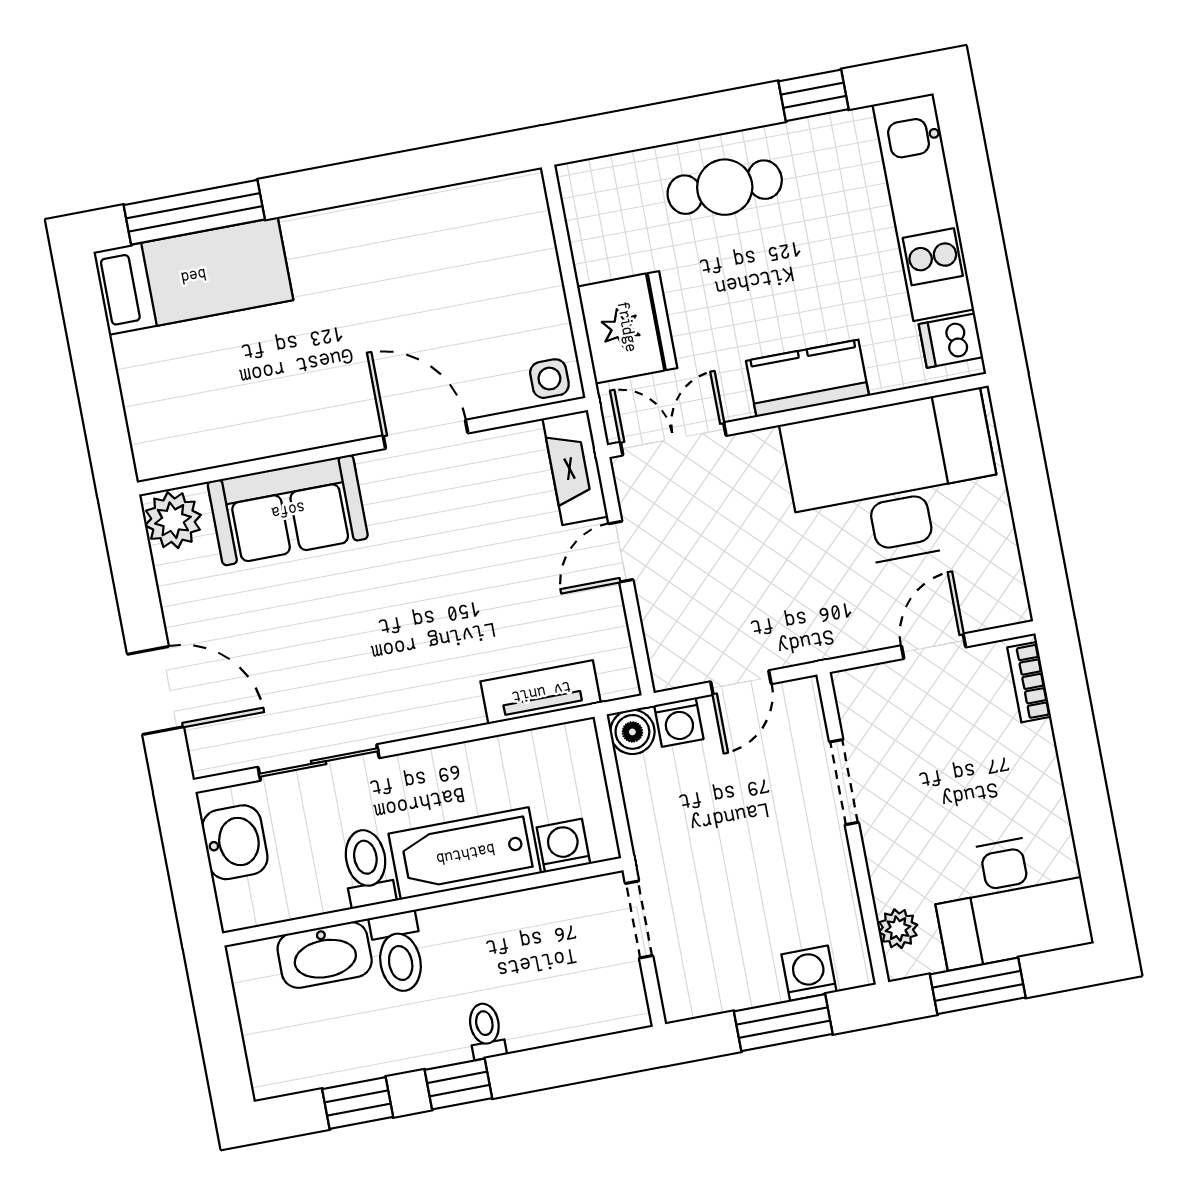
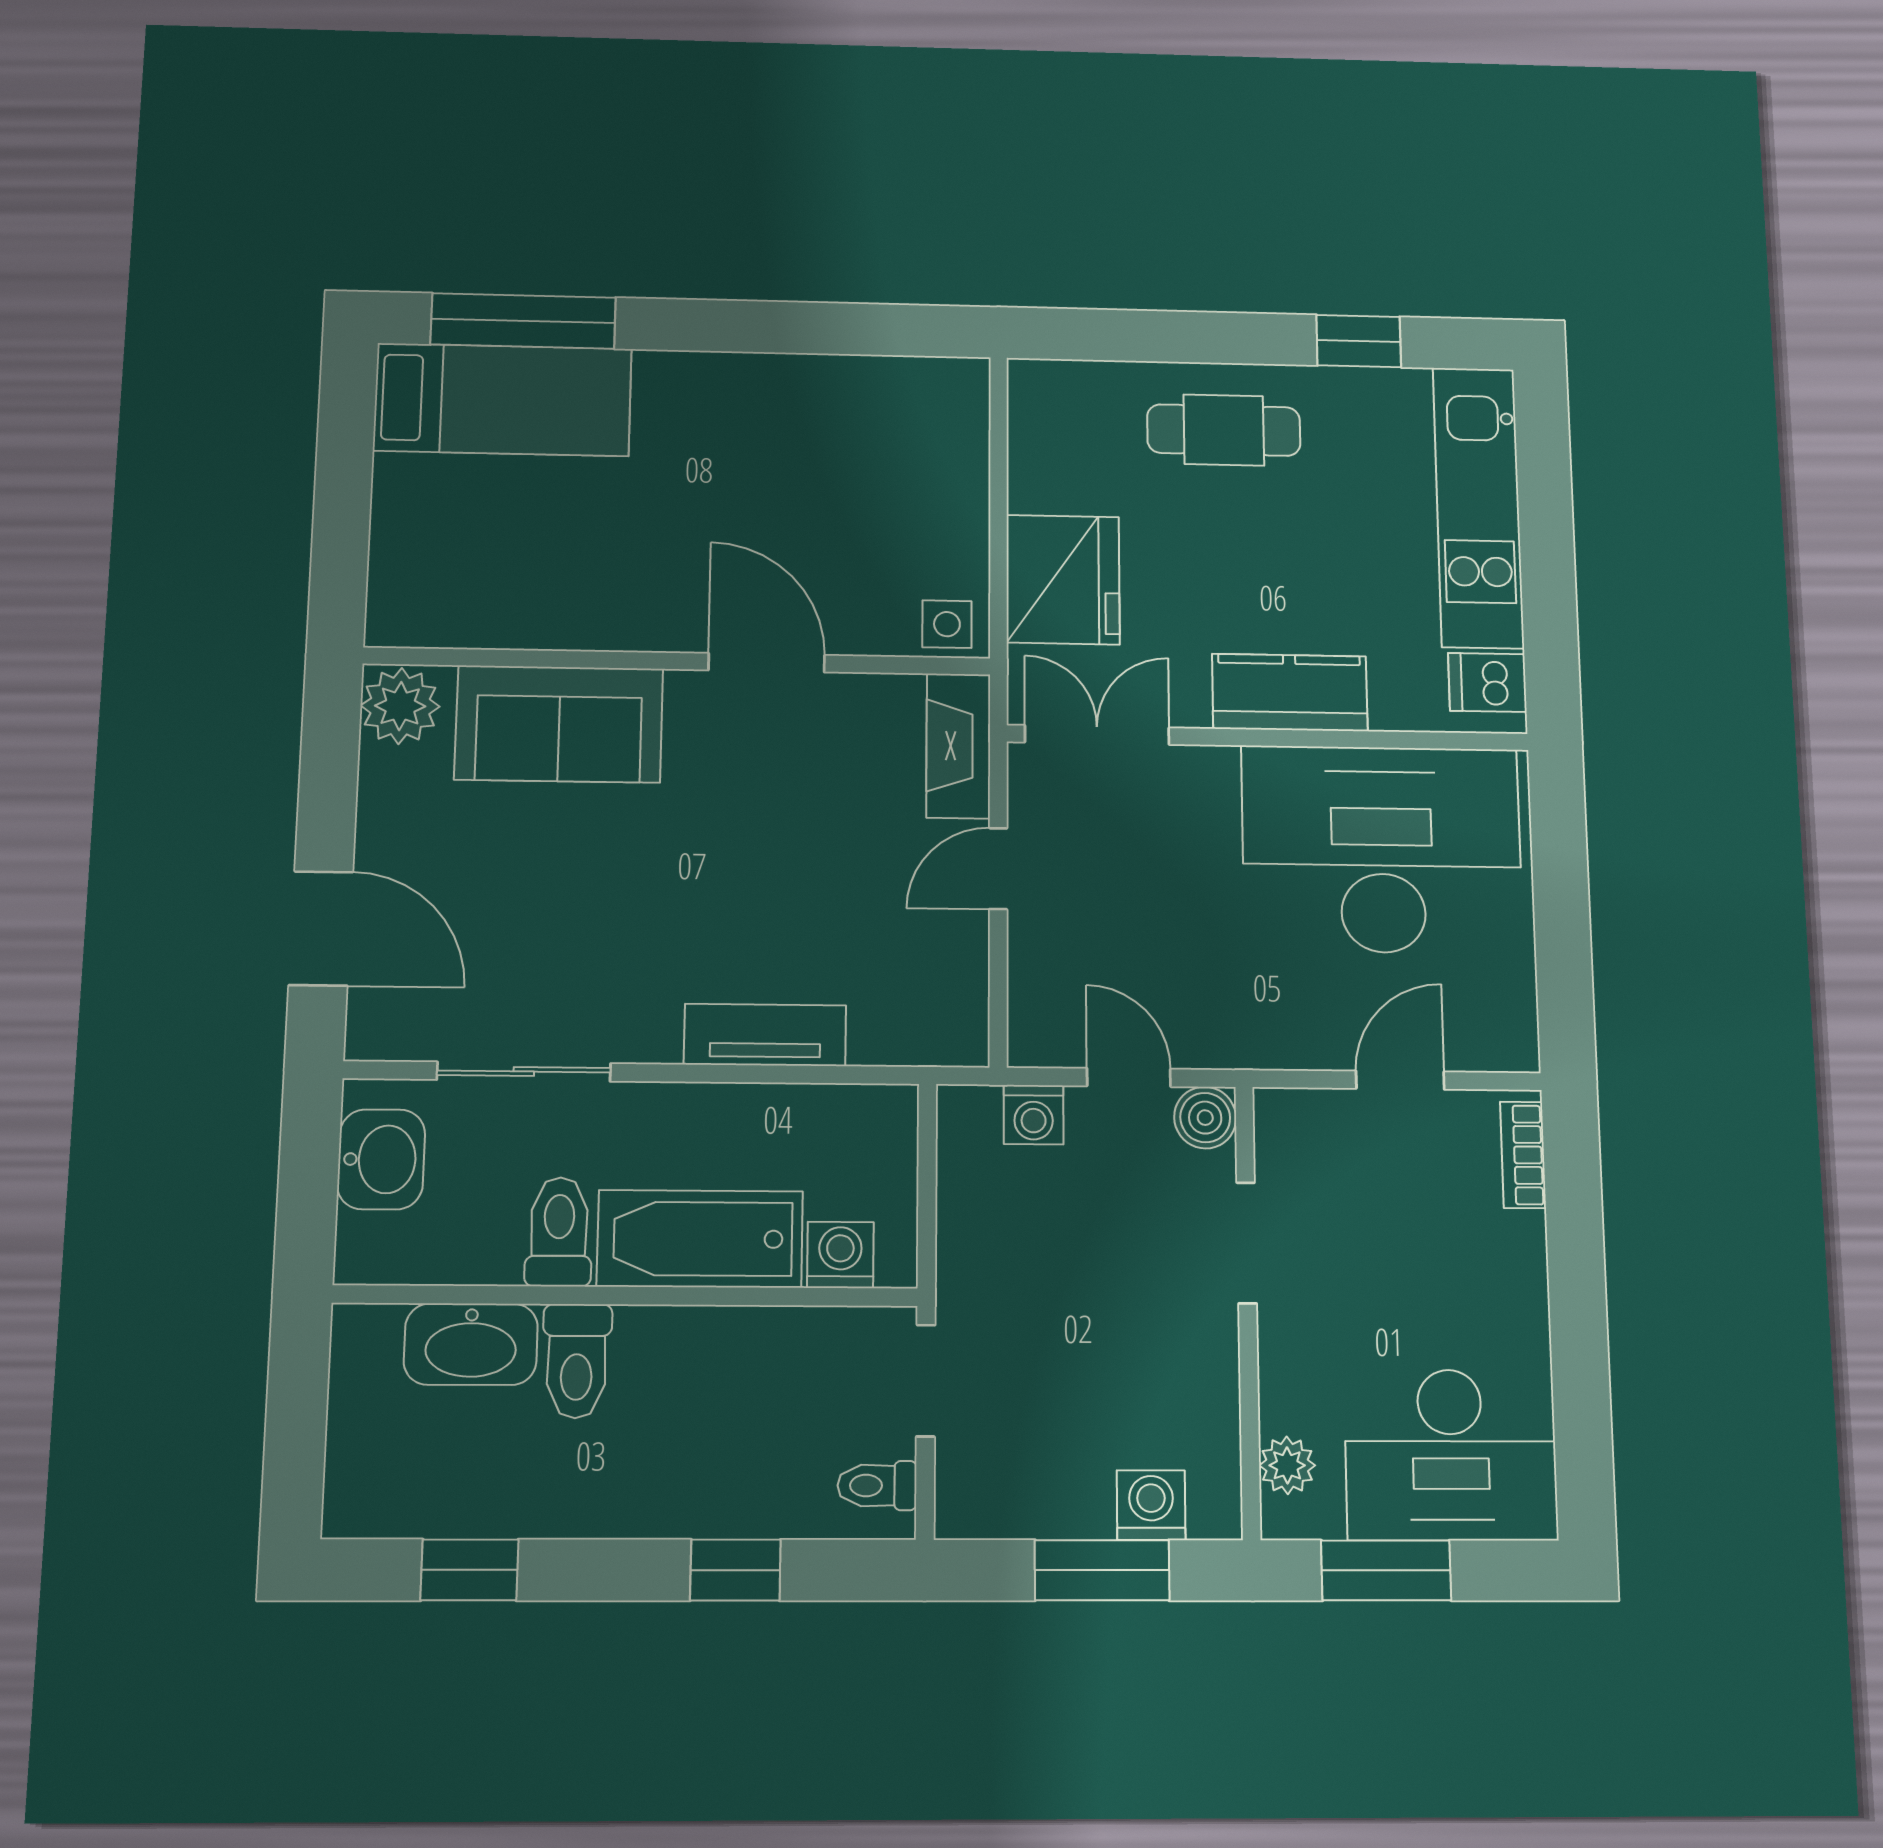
door: (741, 683) -> (1129, 1077), swing flipped
tv unit: (541, 692) -> (765, 1035), moved
boiler: (632, 732) -> (1205, 1118), moved
toilet: (486, 1031) -> (877, 1486), moved, turned -90
window: (458, 1084) -> (735, 1570), moved

